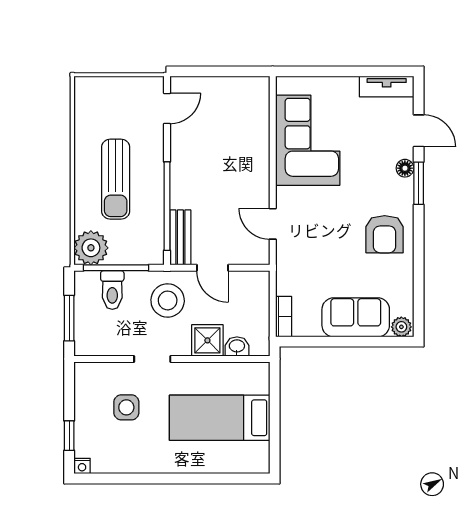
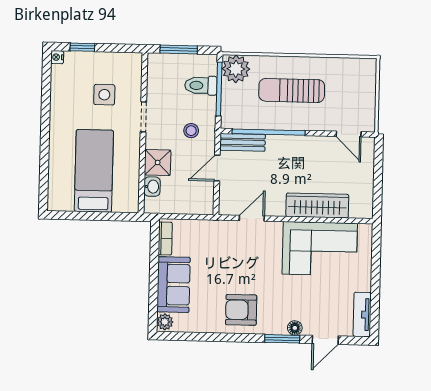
wardrobe: (255, 144) -> (317, 206), added
stool: (168, 300) -> (191, 131), width x0.53, depth x0.53
bookcase: (284, 317) -> (165, 239), moved, turned -90

